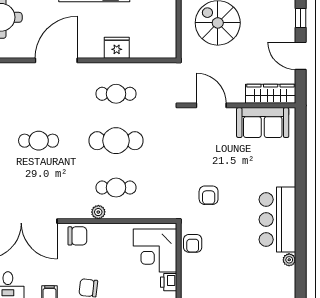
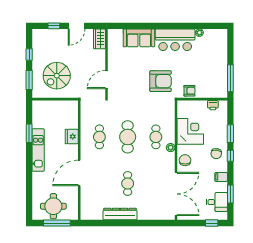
door: (56, 60) -> (79, 173), hinge flipped
wardrobe: (271, 94) -> (99, 39), width x0.67
sofa: (263, 123) -> (139, 38), moved, turned 90
armchair: (209, 195) -> (160, 81), width x1.88, depth x1.88
corner desk: (155, 250) -> (190, 131), moved, turned -90

